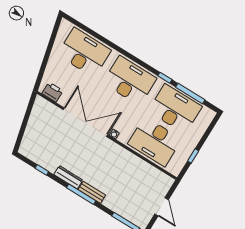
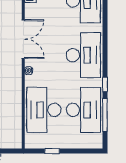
double door: (85, 122) -> (23, 39), width x0.73

